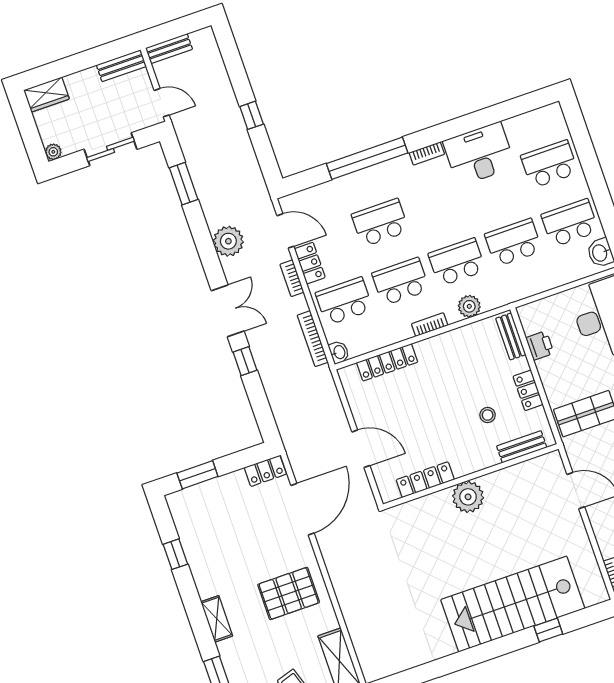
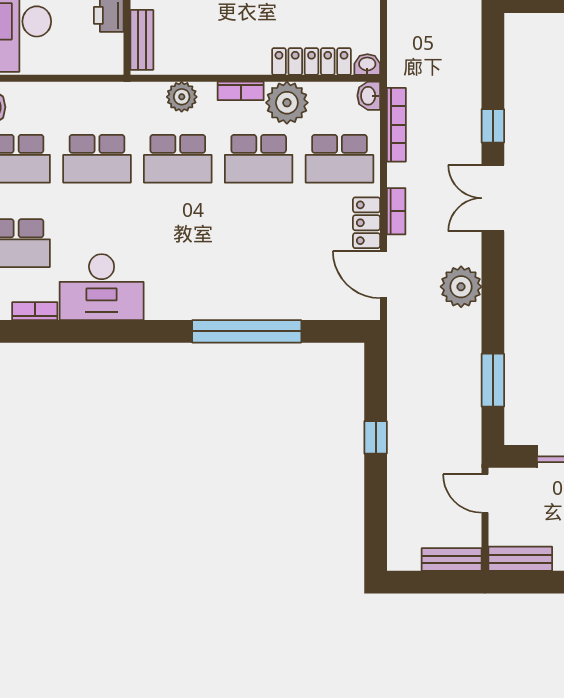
bookcase: (427, 153) -> (35, 311), moved
school desk: (380, 223) -> (259, 243), removed
plant: (394, 328) -> (287, 103), added
washbasin: (348, 374) -> (367, 65), added

